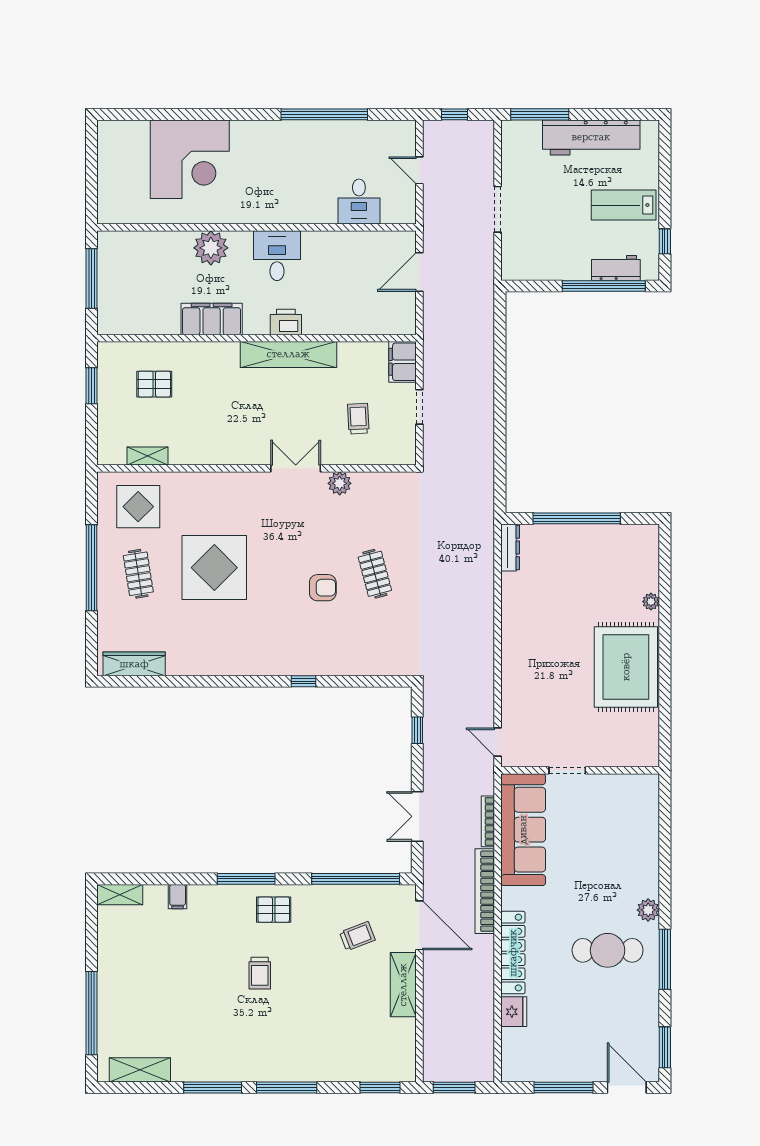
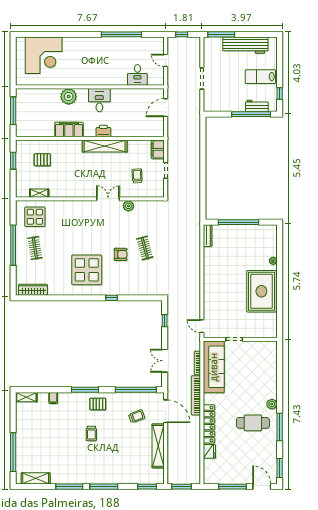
corner desk: (190, 159) -> (44, 55), moved
display table: (214, 568) -> (87, 270), moved
shelving: (403, 985) -> (158, 446), width x1.47

